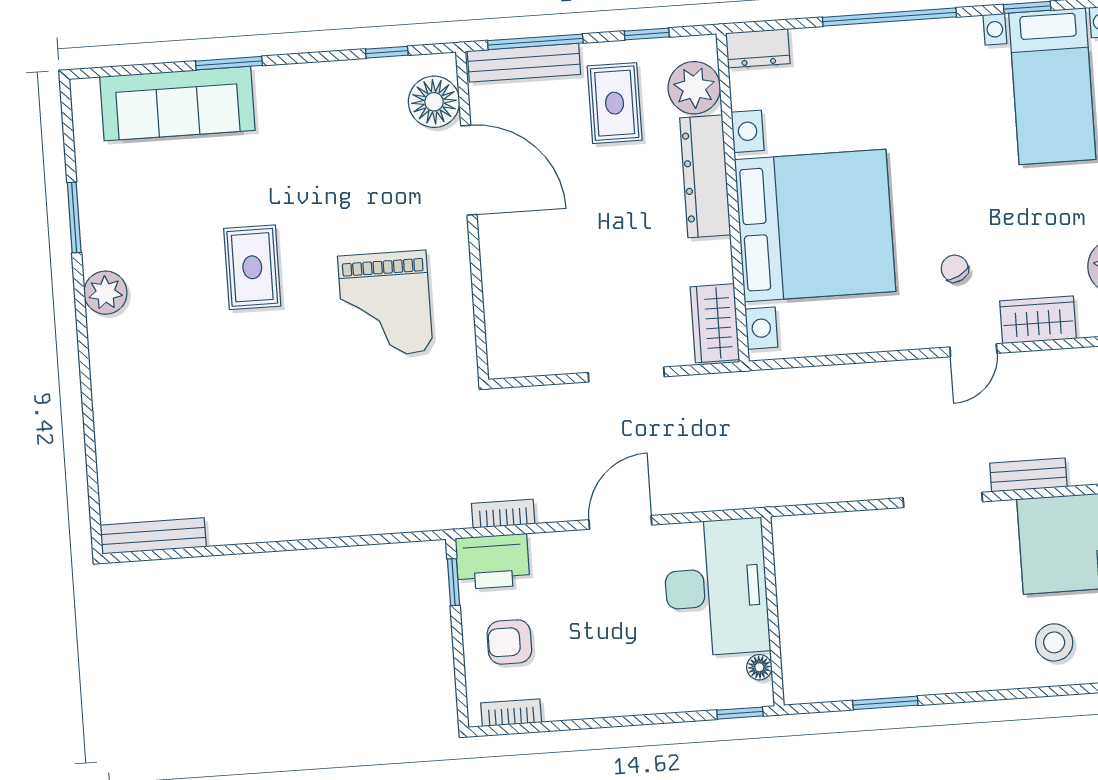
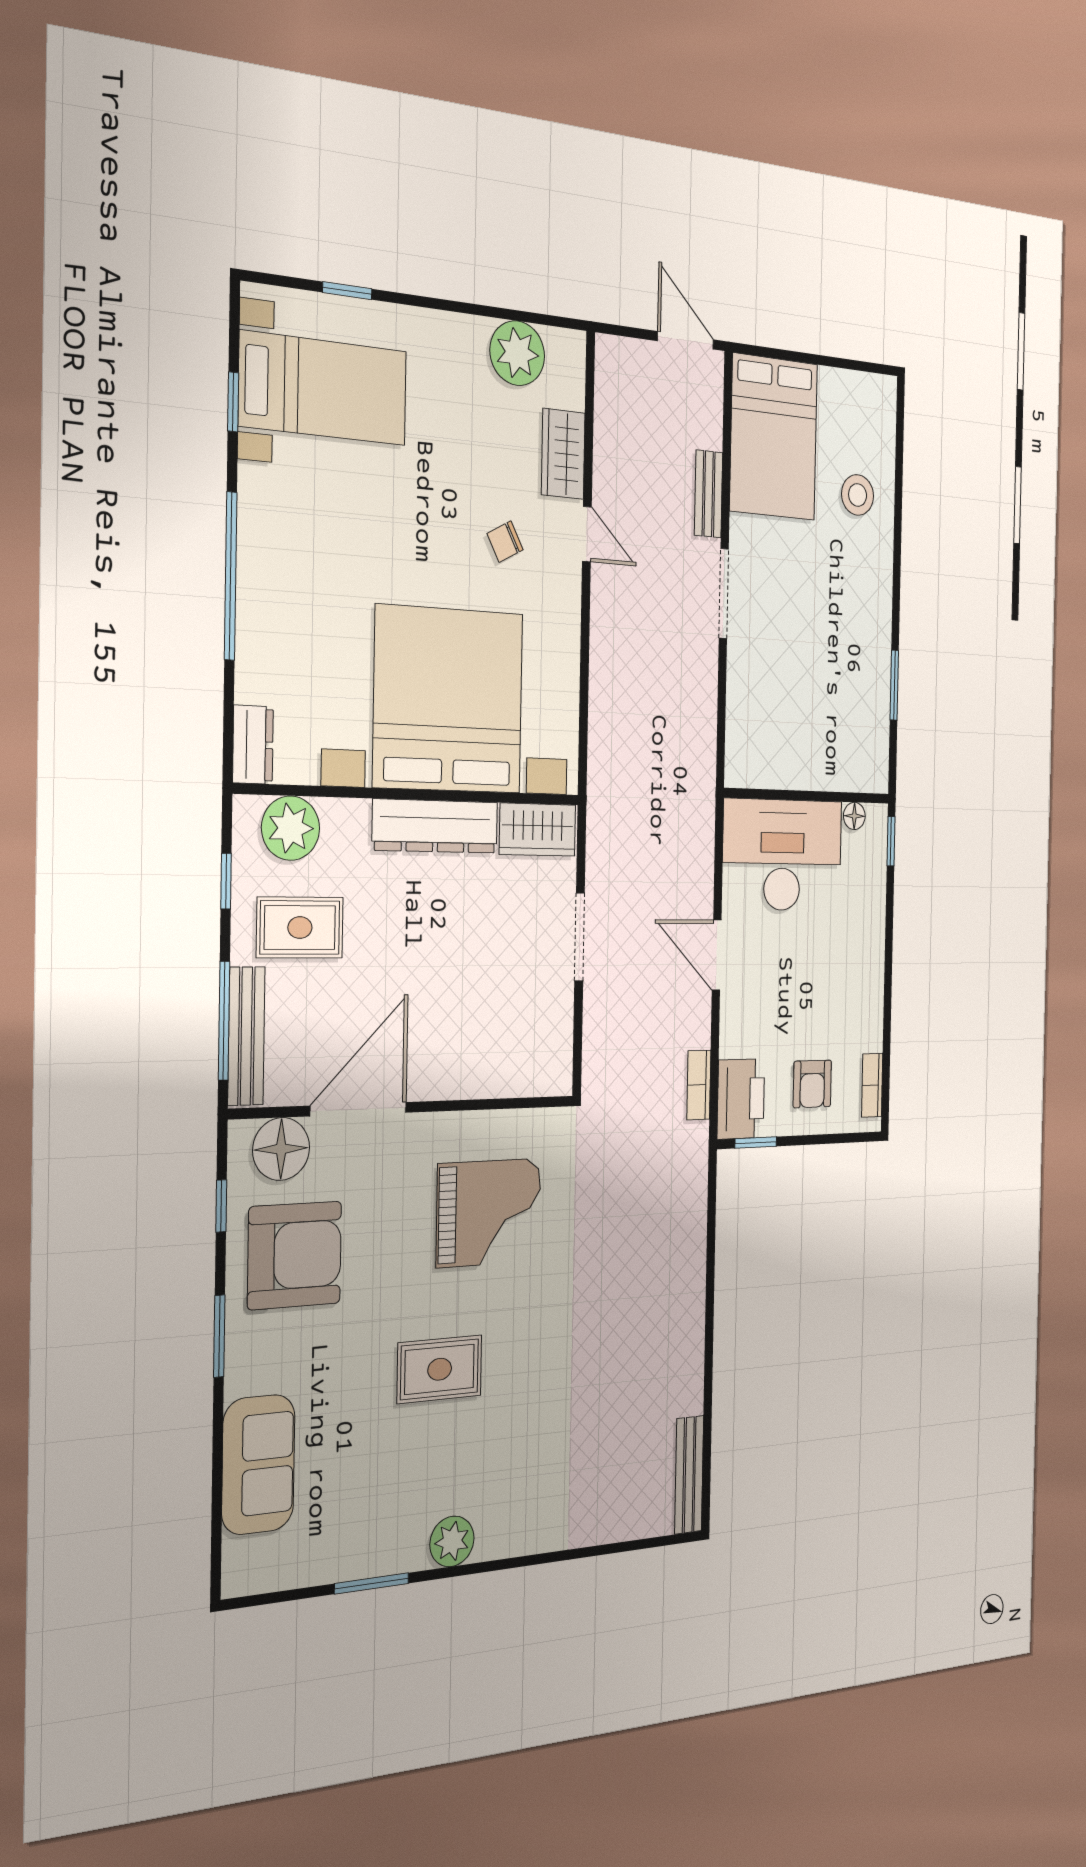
window: (229, 63) -> (219, 1336), moved
sofa: (177, 103) -> (258, 1465), width x0.73
armchair: (348, 122) -> (295, 1255), added
dresser: (705, 176) -> (435, 826), moved

